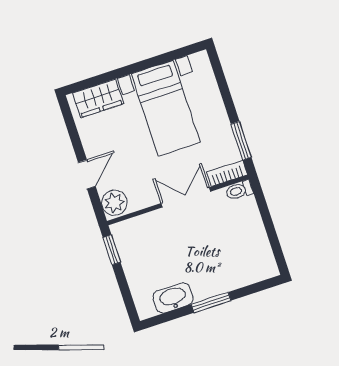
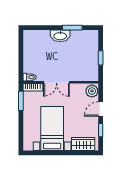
window: (74, 135) -> (101, 130), added
window: (112, 250) -> (101, 58), moved
washbasin: (173, 298) -> (60, 36), moved
window: (211, 302) -> (72, 28), moved

